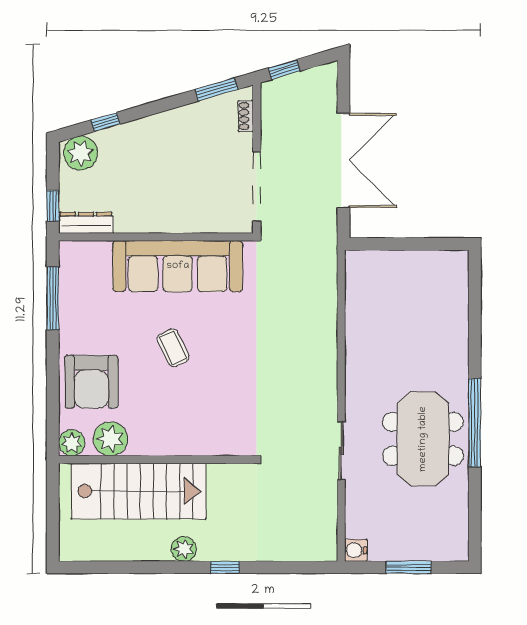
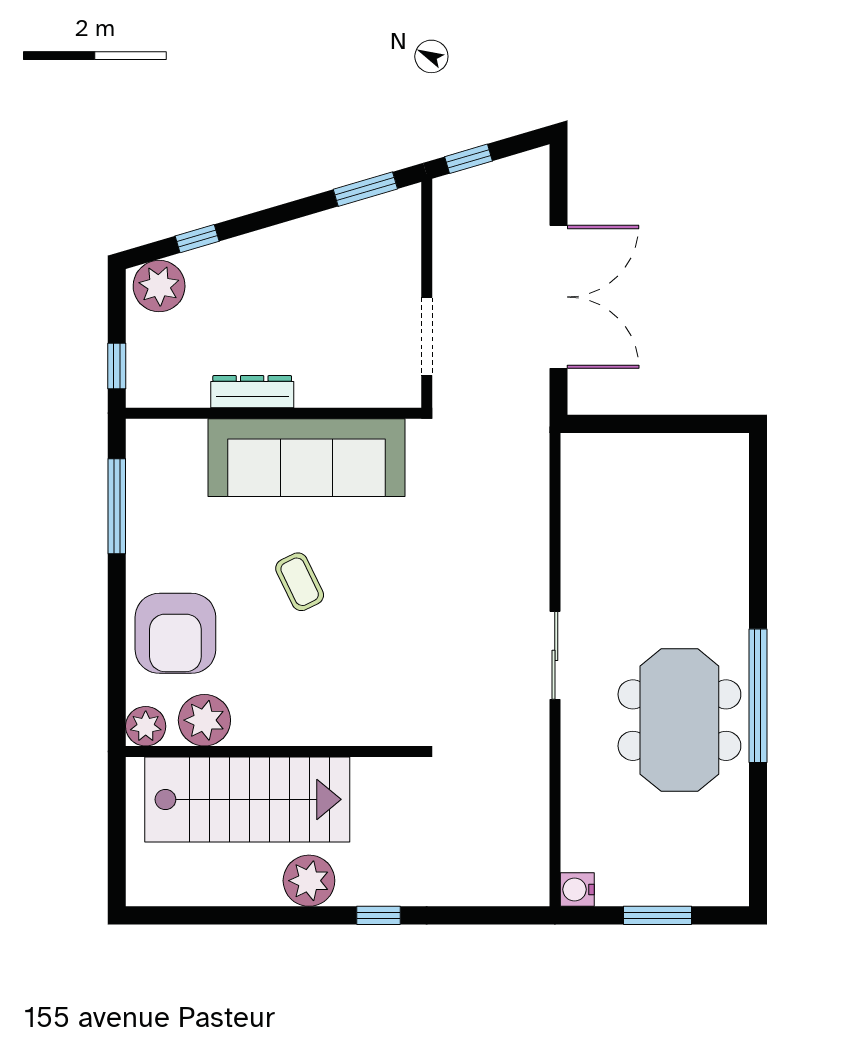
shoe rack: (246, 116) -> (410, 230), removed
doorway: (257, 186) -> (427, 337), width x0.73
dresser: (86, 223) -> (252, 392), moved
sliding door: (341, 451) -> (555, 655), moved
plant: (184, 549) -> (309, 881), width x1.36, depth x1.36

